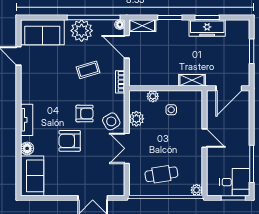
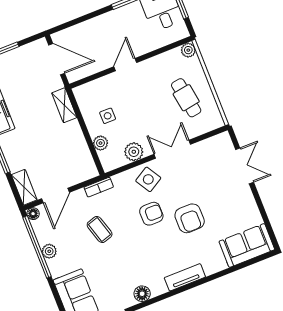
plant: (82, 31) -> (49, 251), width x0.53, depth x0.53
armchair: (85, 114) -> (151, 214), turned 90
floor lamp: (27, 148) -> (142, 294), moved
double door: (127, 148) -> (172, 149), swing flipped

